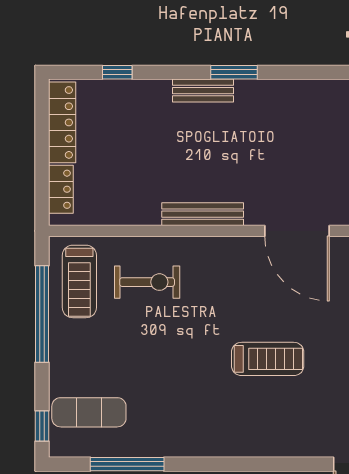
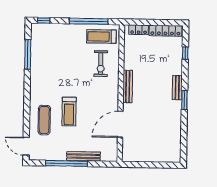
exercise mat: (89, 412) -> (44, 120), moved

